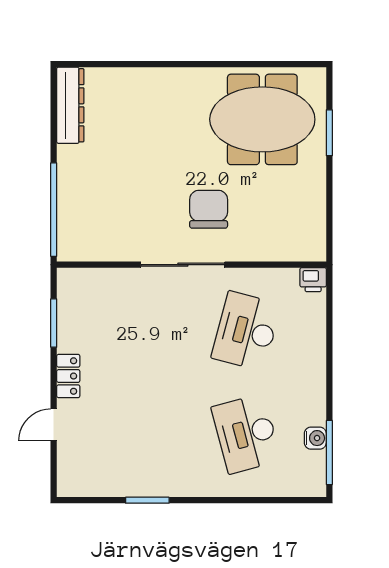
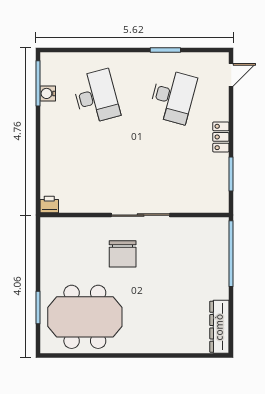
desk: (246, 331) -> (173, 97), moved
door: (54, 425) -> (231, 75), moved

